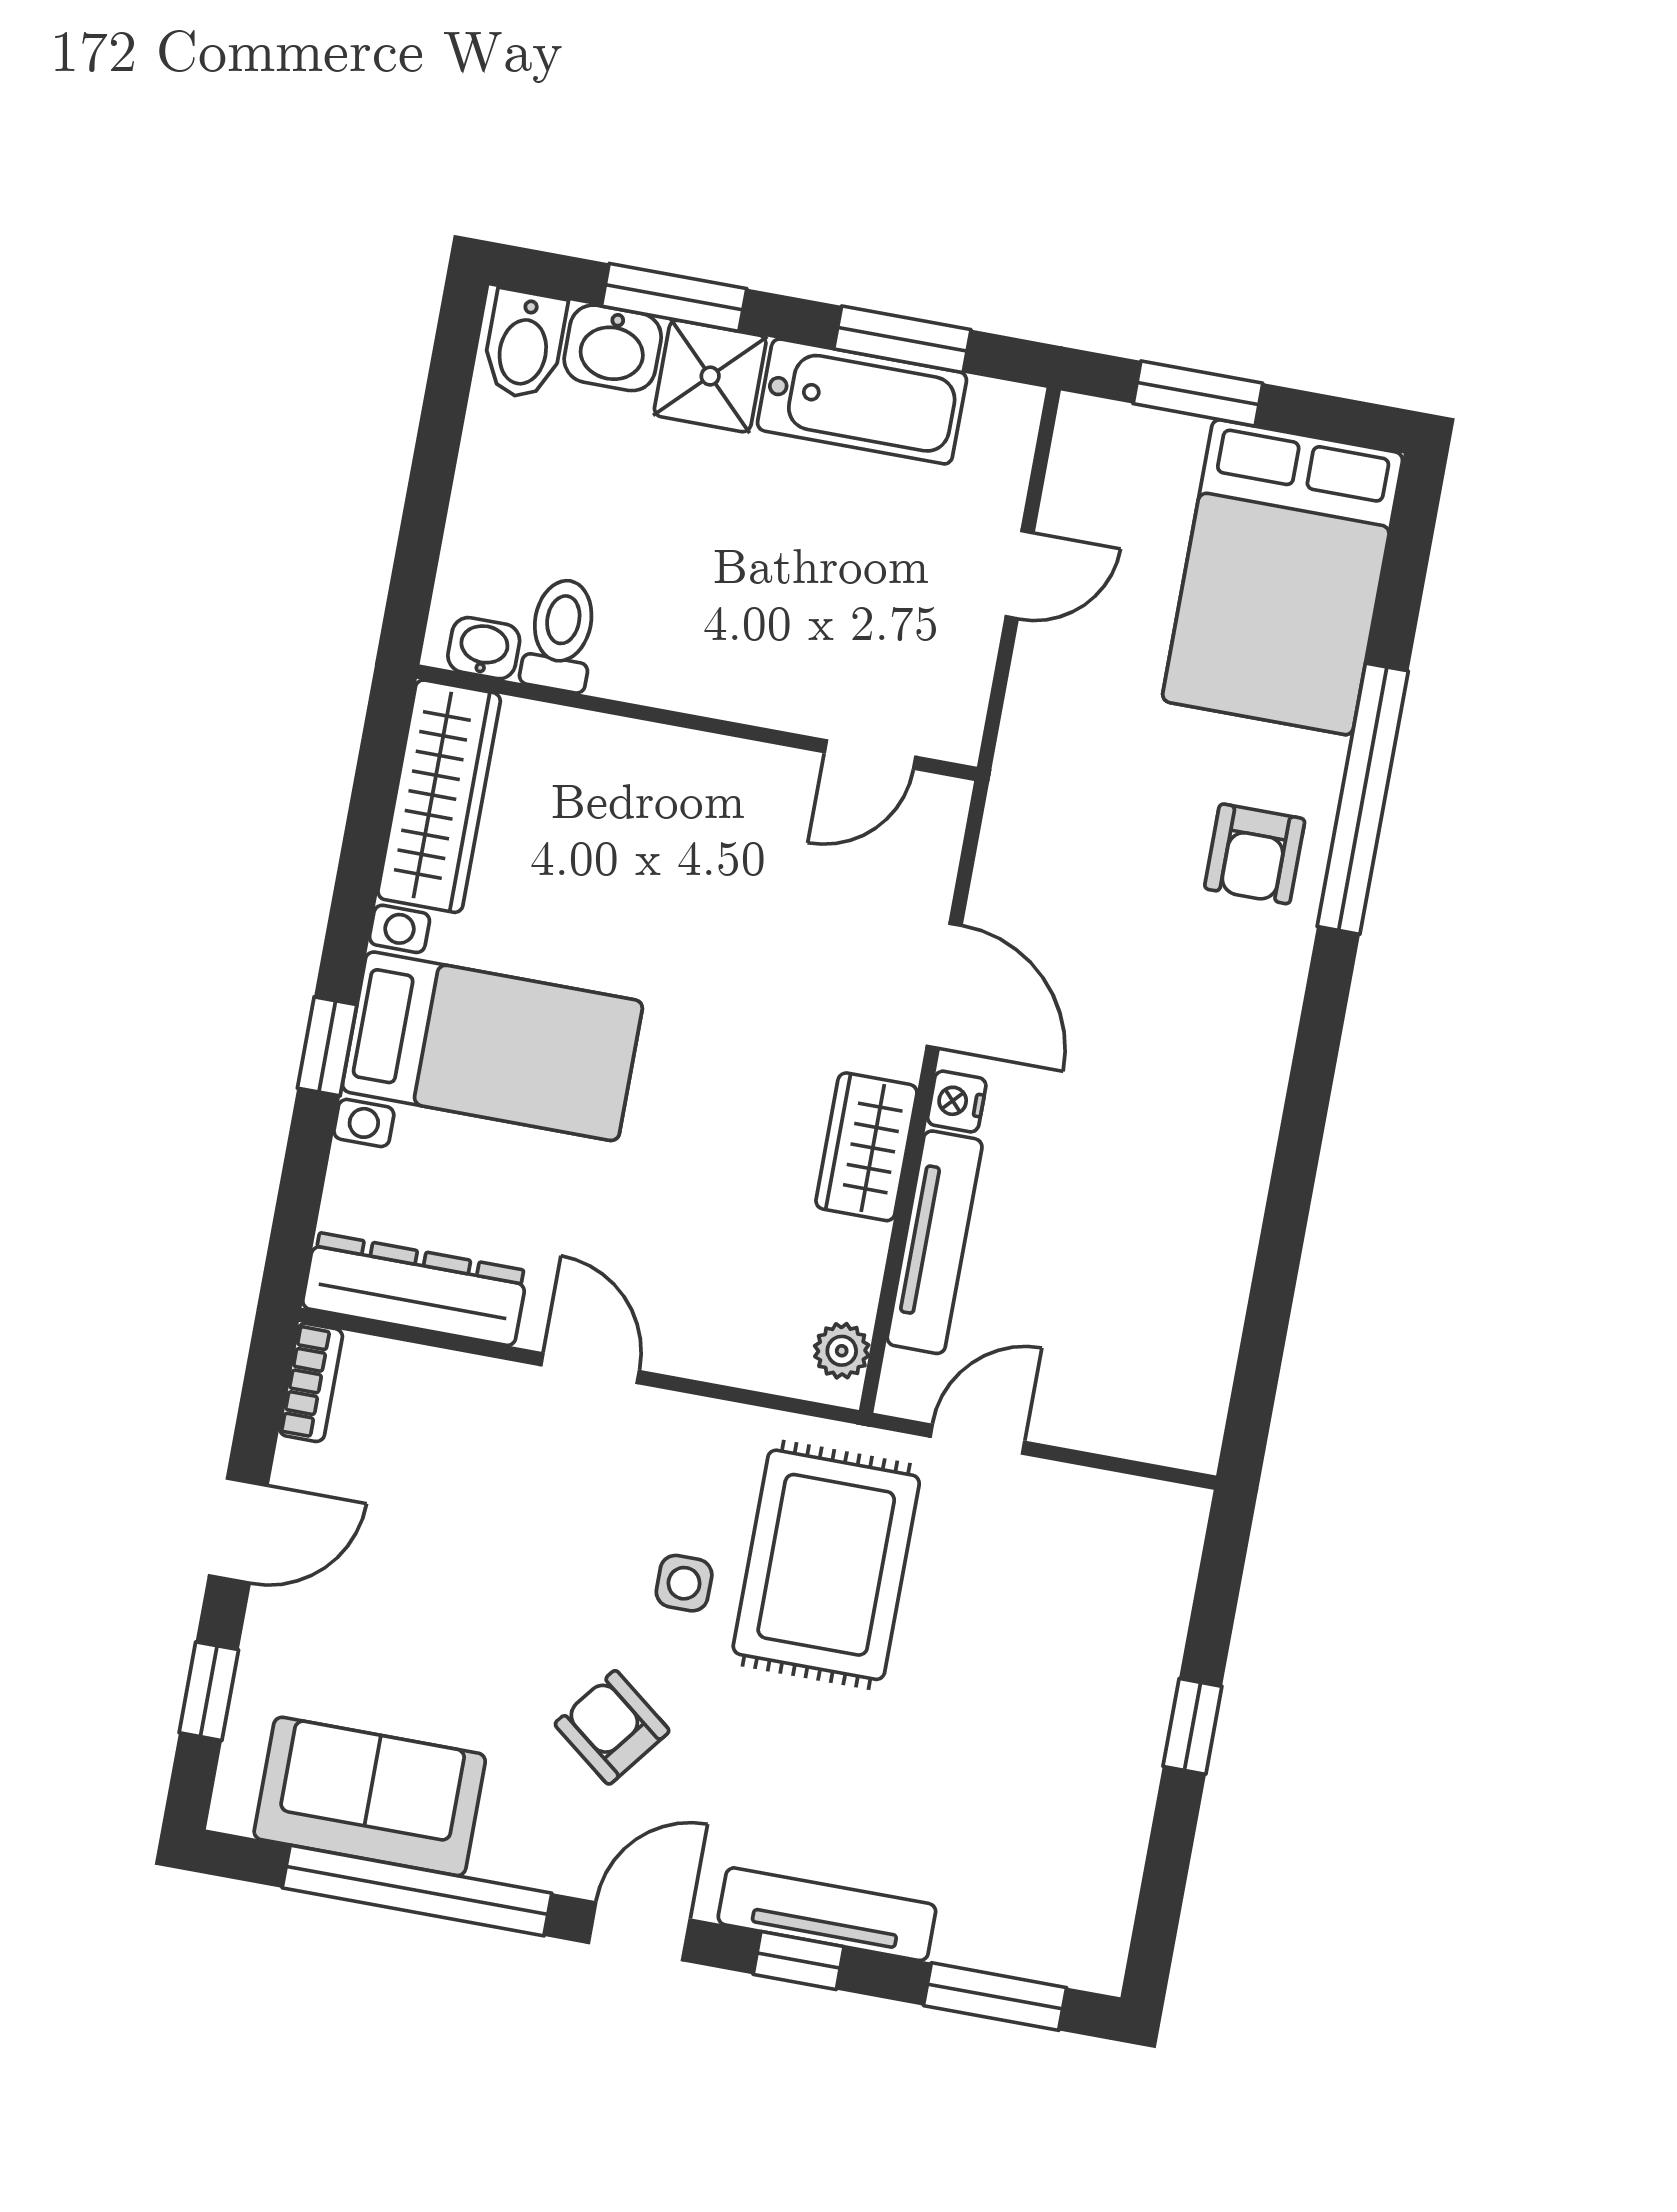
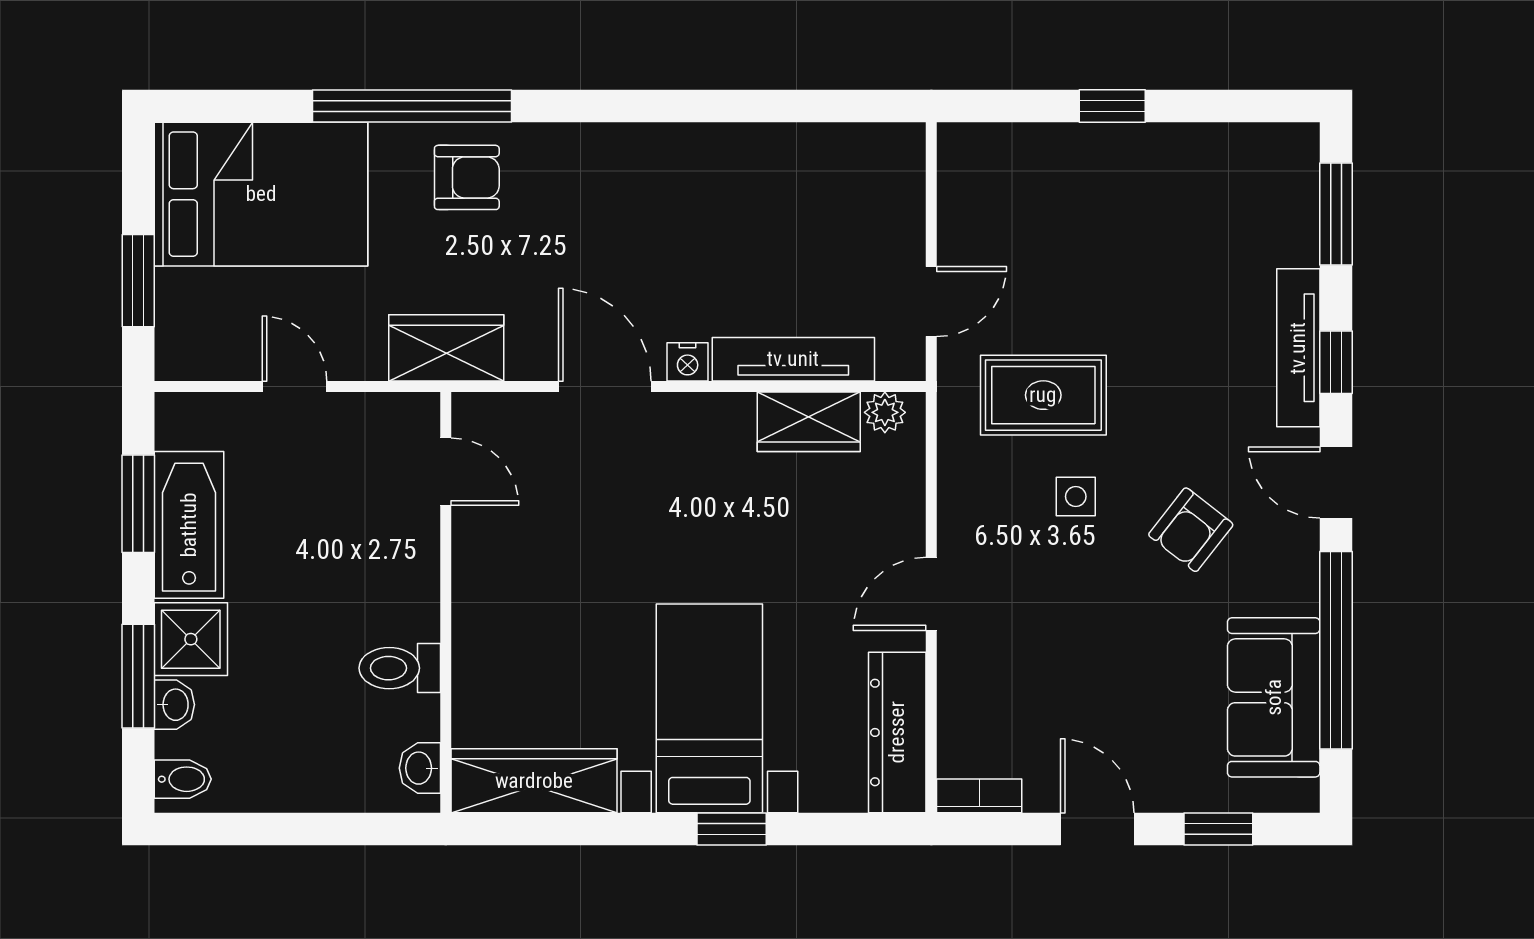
bidet: (524, 345) -> (183, 779), width x0.72, depth x0.74
washbasin: (613, 348) -> (174, 705), width x0.72, depth x0.69
toilet: (561, 635) -> (400, 668), moved
wardrobe: (1034, 785) -> (446, 348), added
door: (944, 986) -> (605, 387), hinge flipped
wardrobe: (866, 1147) -> (809, 422), moved
door: (977, 1439) -> (931, 302), swing flipped
rug: (826, 1565) -> (1043, 395), width x0.73, depth x0.70

